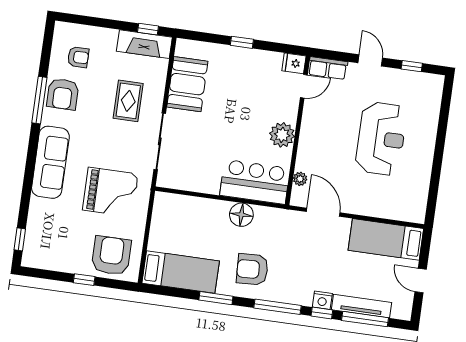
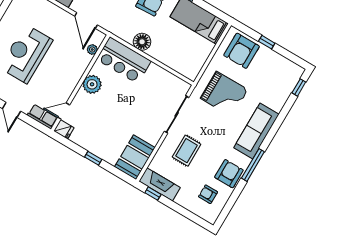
booth: (187, 84) -> (135, 157), moved
window: (39, 100) -> (253, 165), moved
grand piano: (110, 192) -> (224, 94), turned 180

